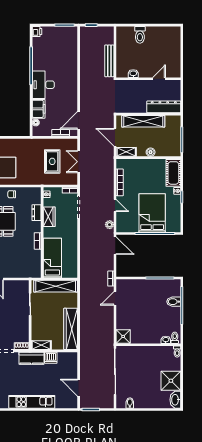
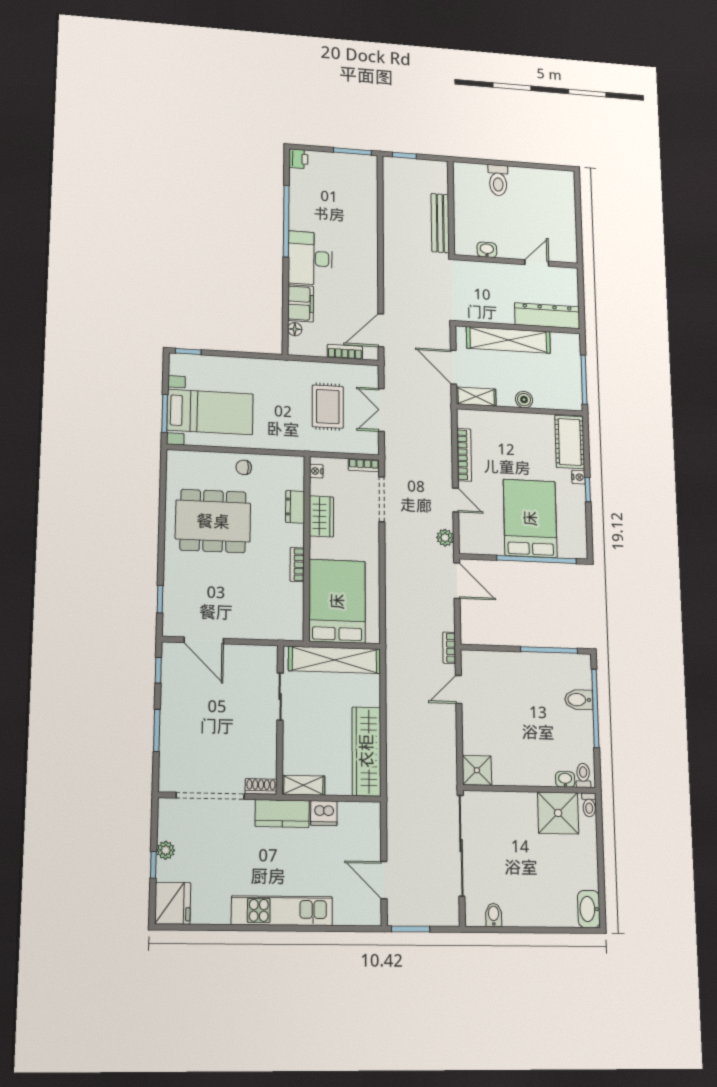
bed: (52, 258) -> (337, 601), width x1.50
shower: (171, 381) -> (558, 813), moved

